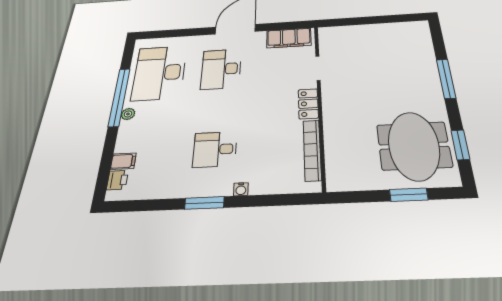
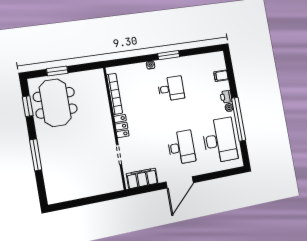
printer: (117, 180) -> (226, 97), moved

